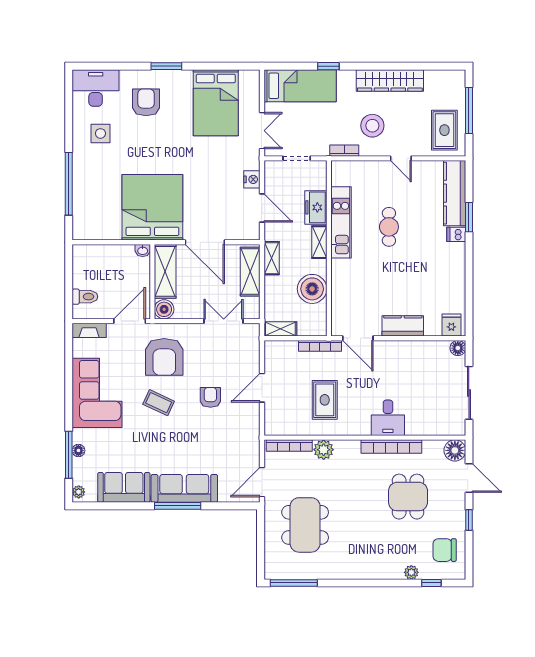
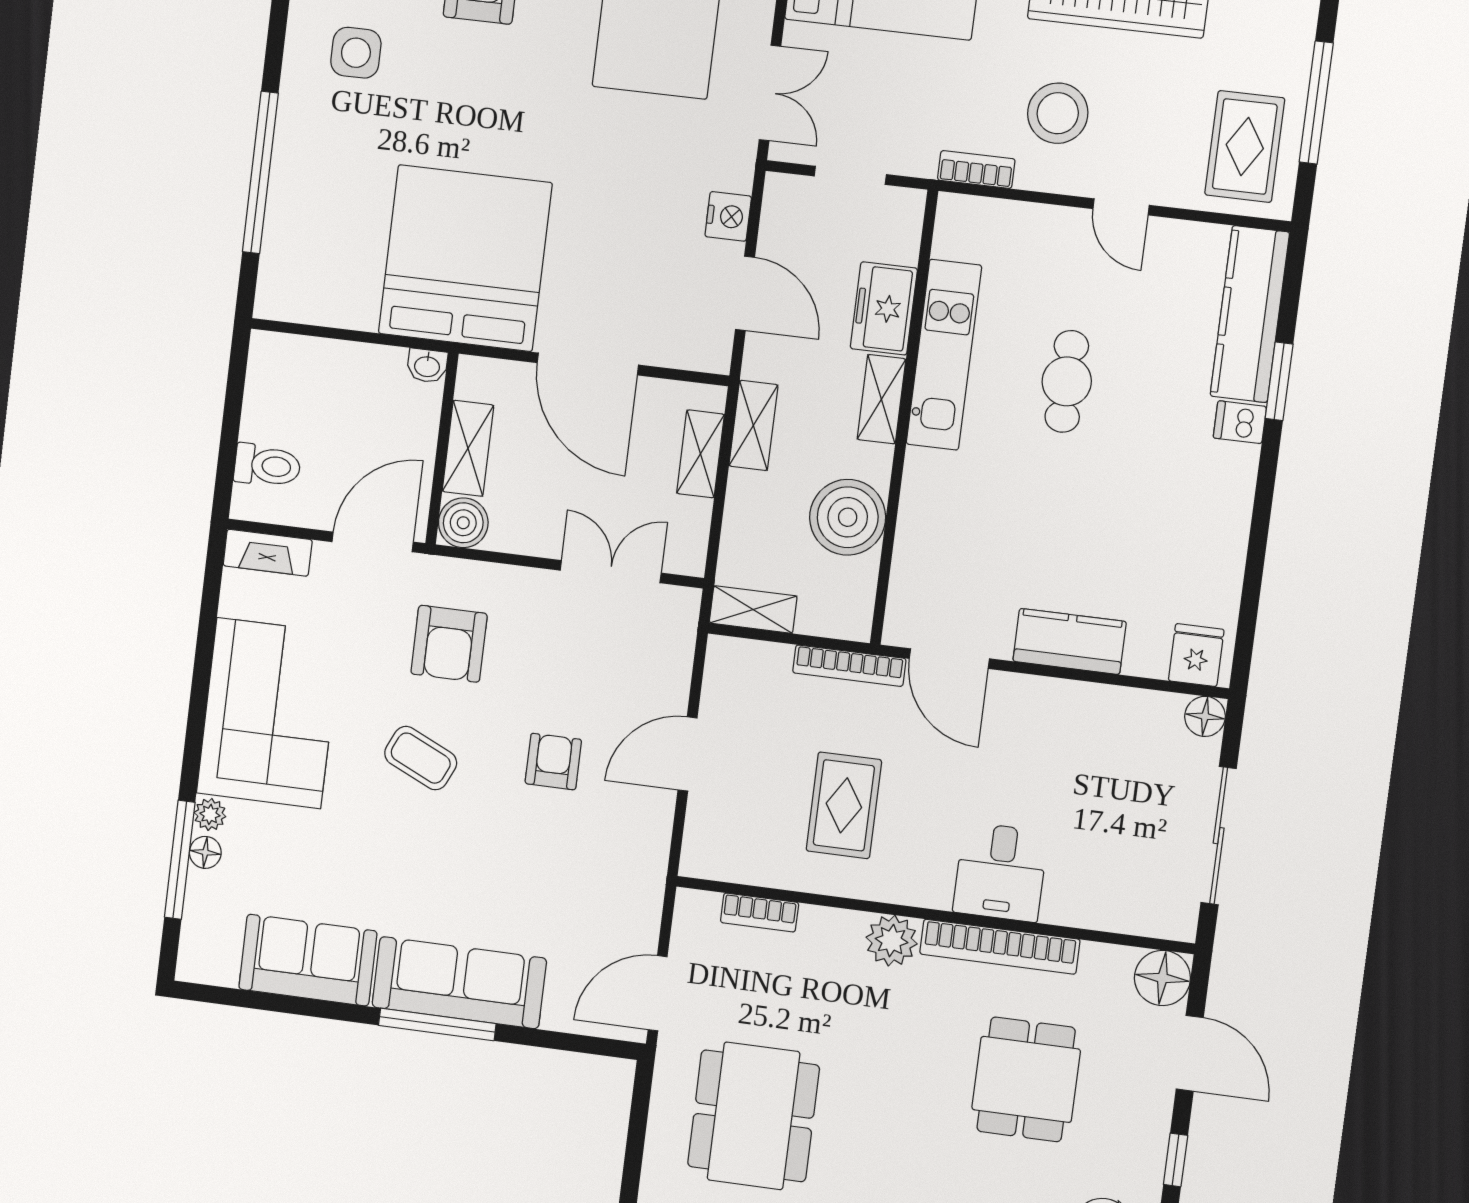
shelving: (165, 271) -> (468, 448), width x0.67, depth x0.75
shelving: (250, 272) -> (700, 454), width x0.67, depth x0.75
armchair: (164, 357) -> (449, 644), width x0.73, depth x0.73
bookcase: (289, 446) -> (760, 912), width x0.64
plant: (324, 450) -> (892, 941), moved
plant: (79, 492) -> (210, 814), moved

